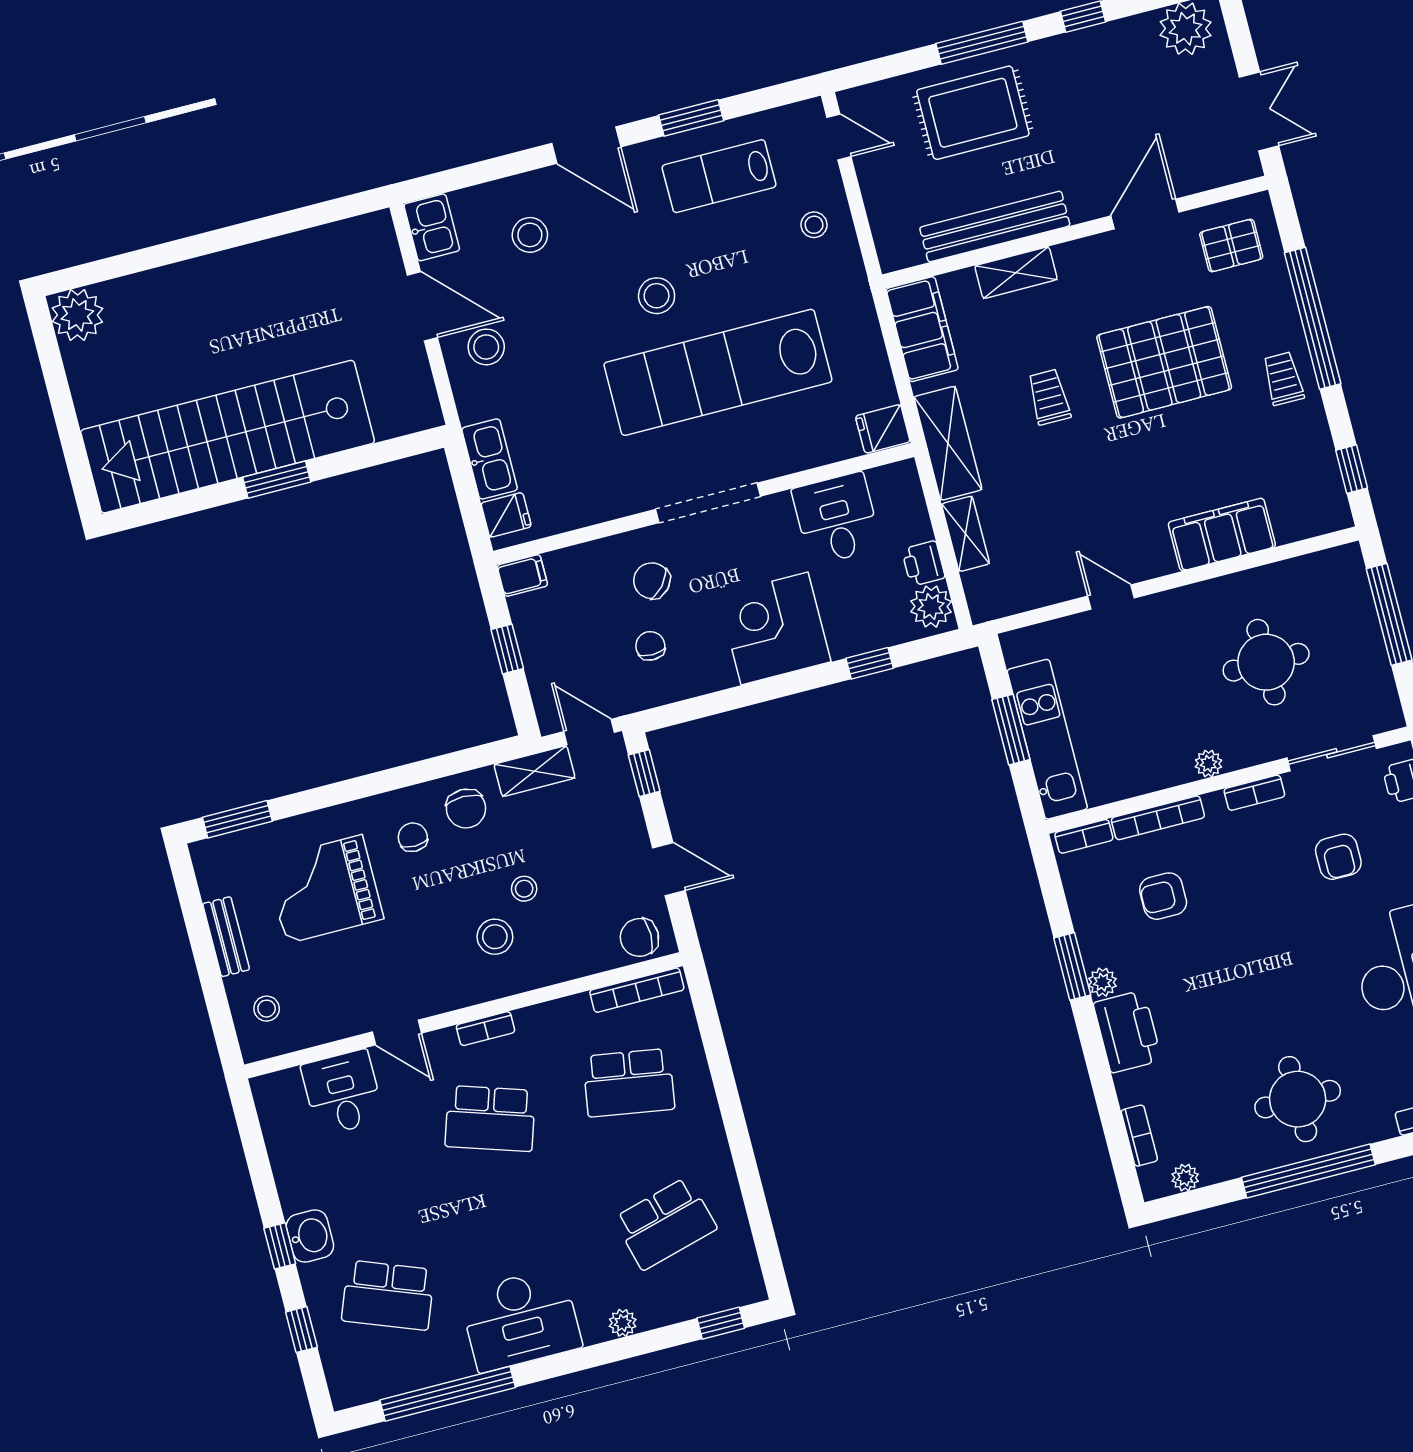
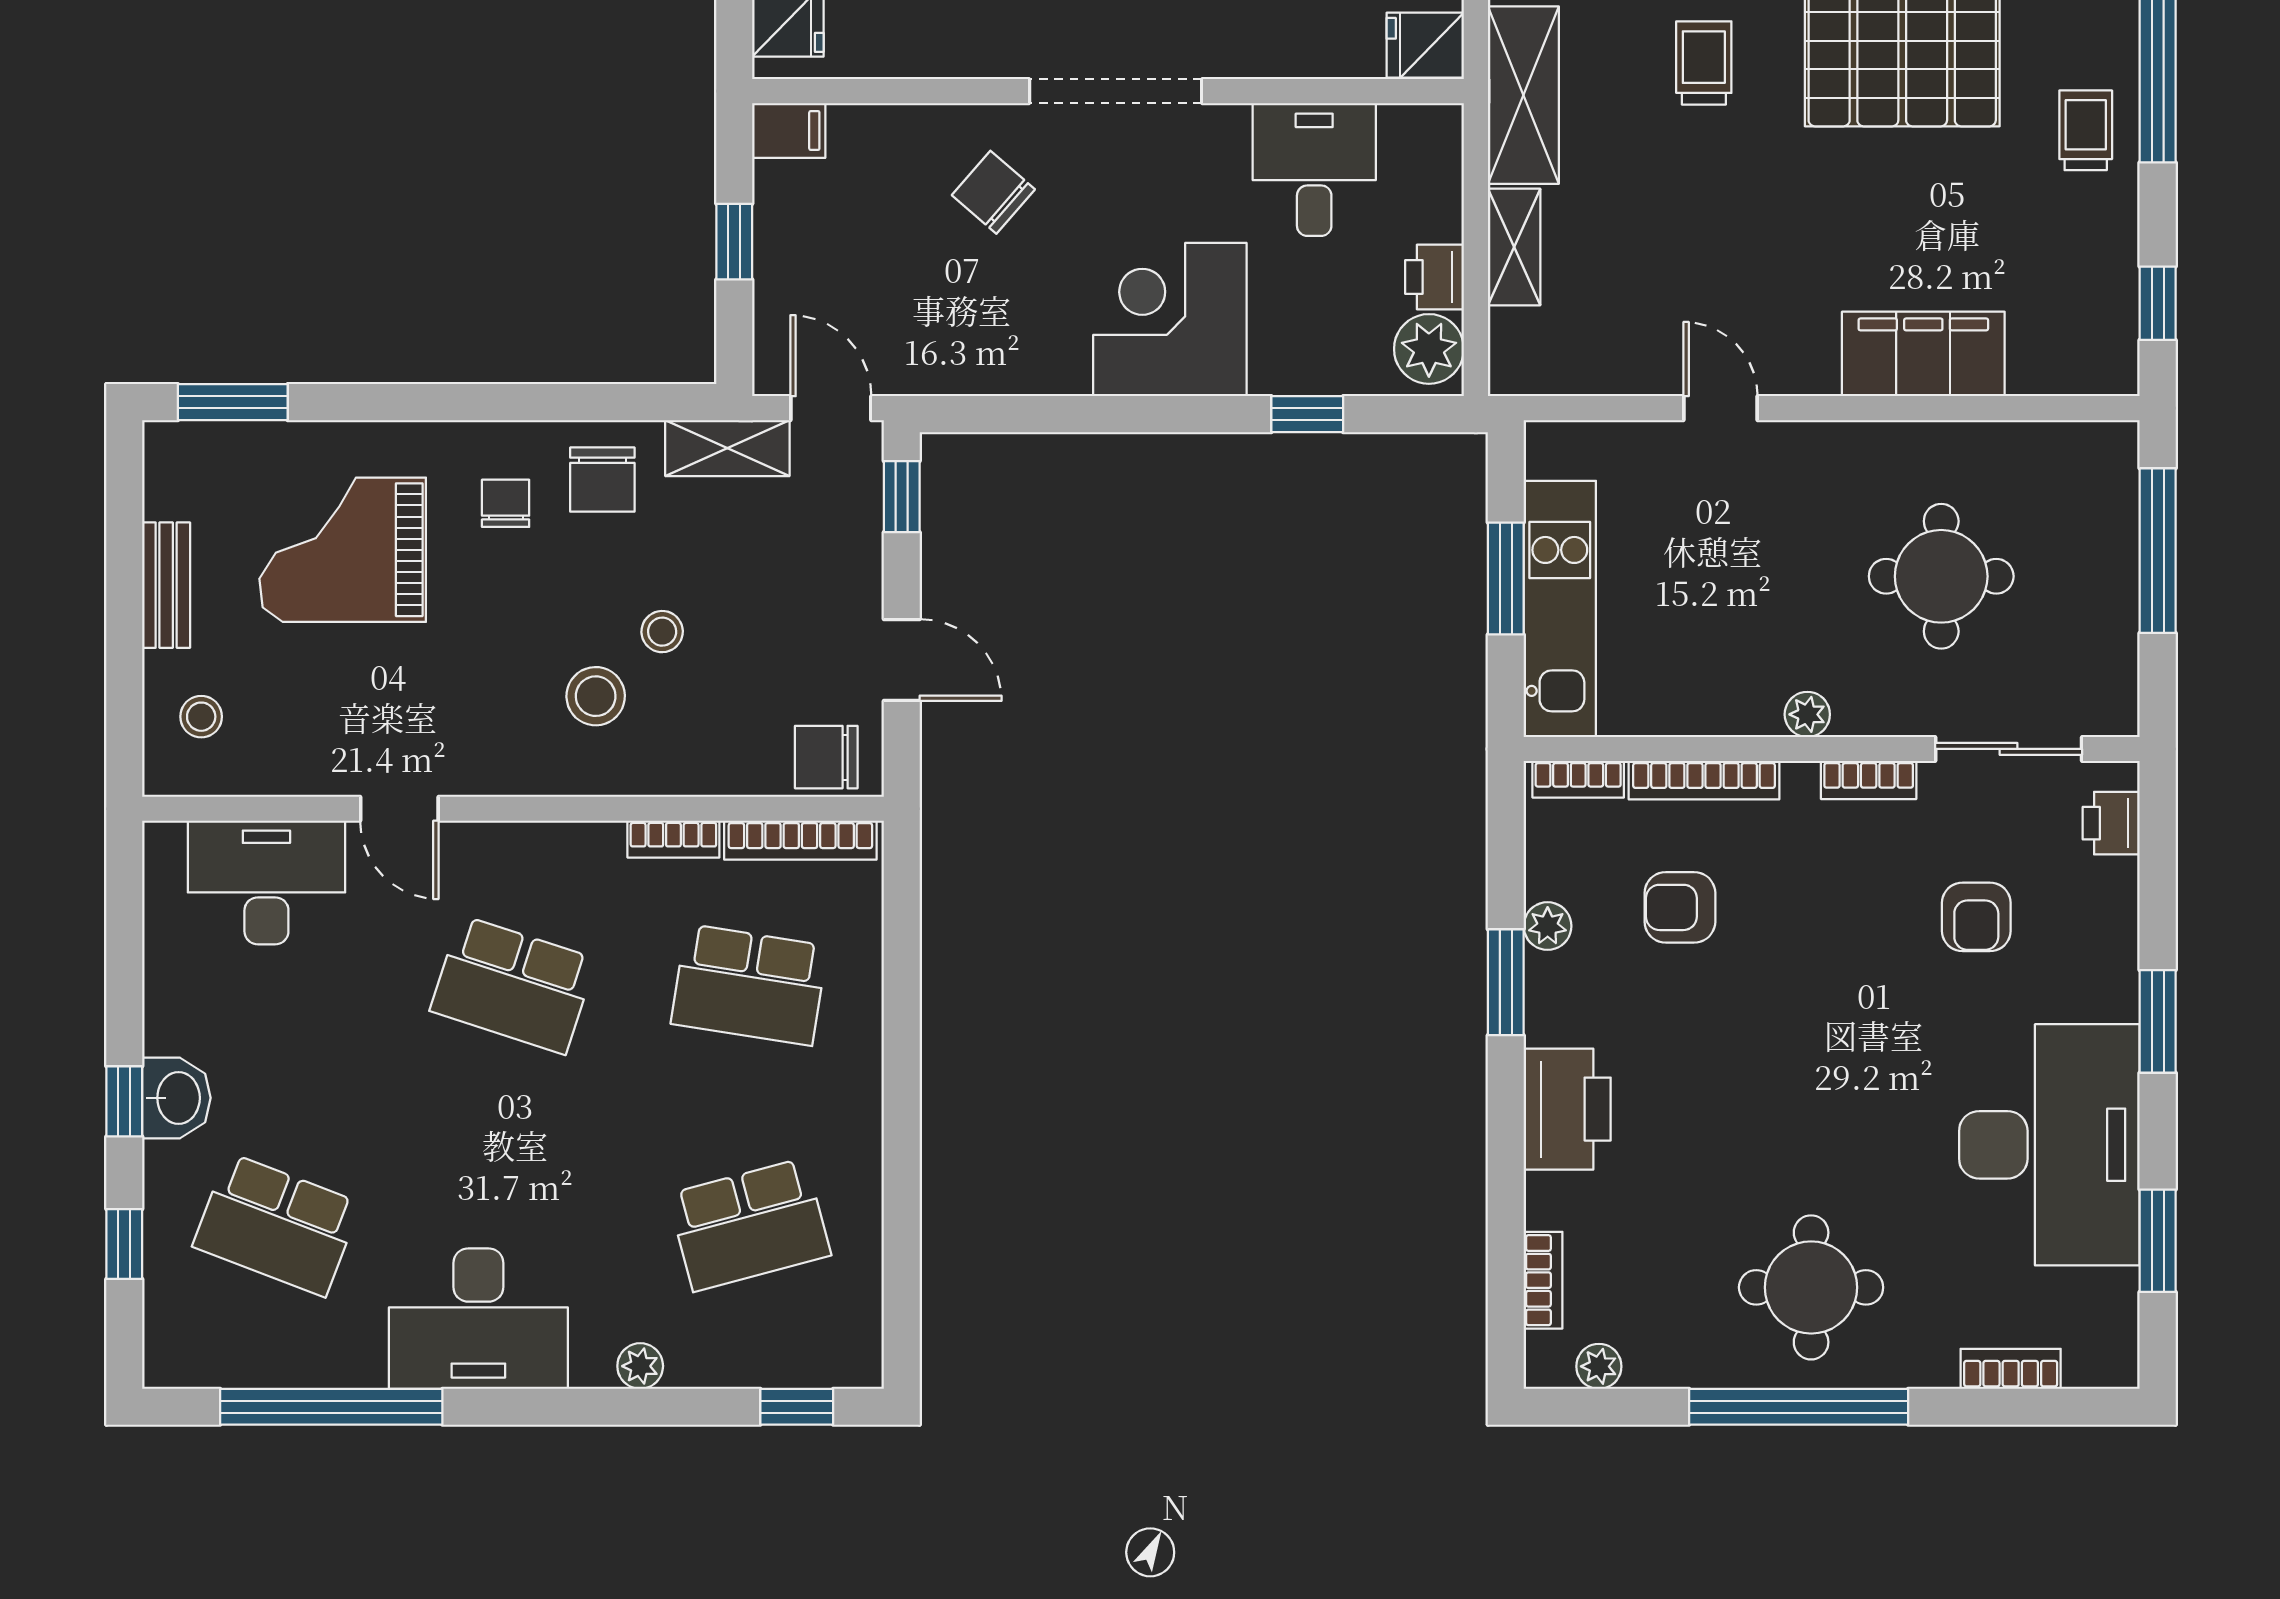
chair: (650, 646) -> (964, 296), removed
plant: (1102, 982) -> (1548, 926), moved
bookcase: (486, 1029) -> (673, 839), moved
desk: (343, 1093) -> (266, 883), width x1.37

